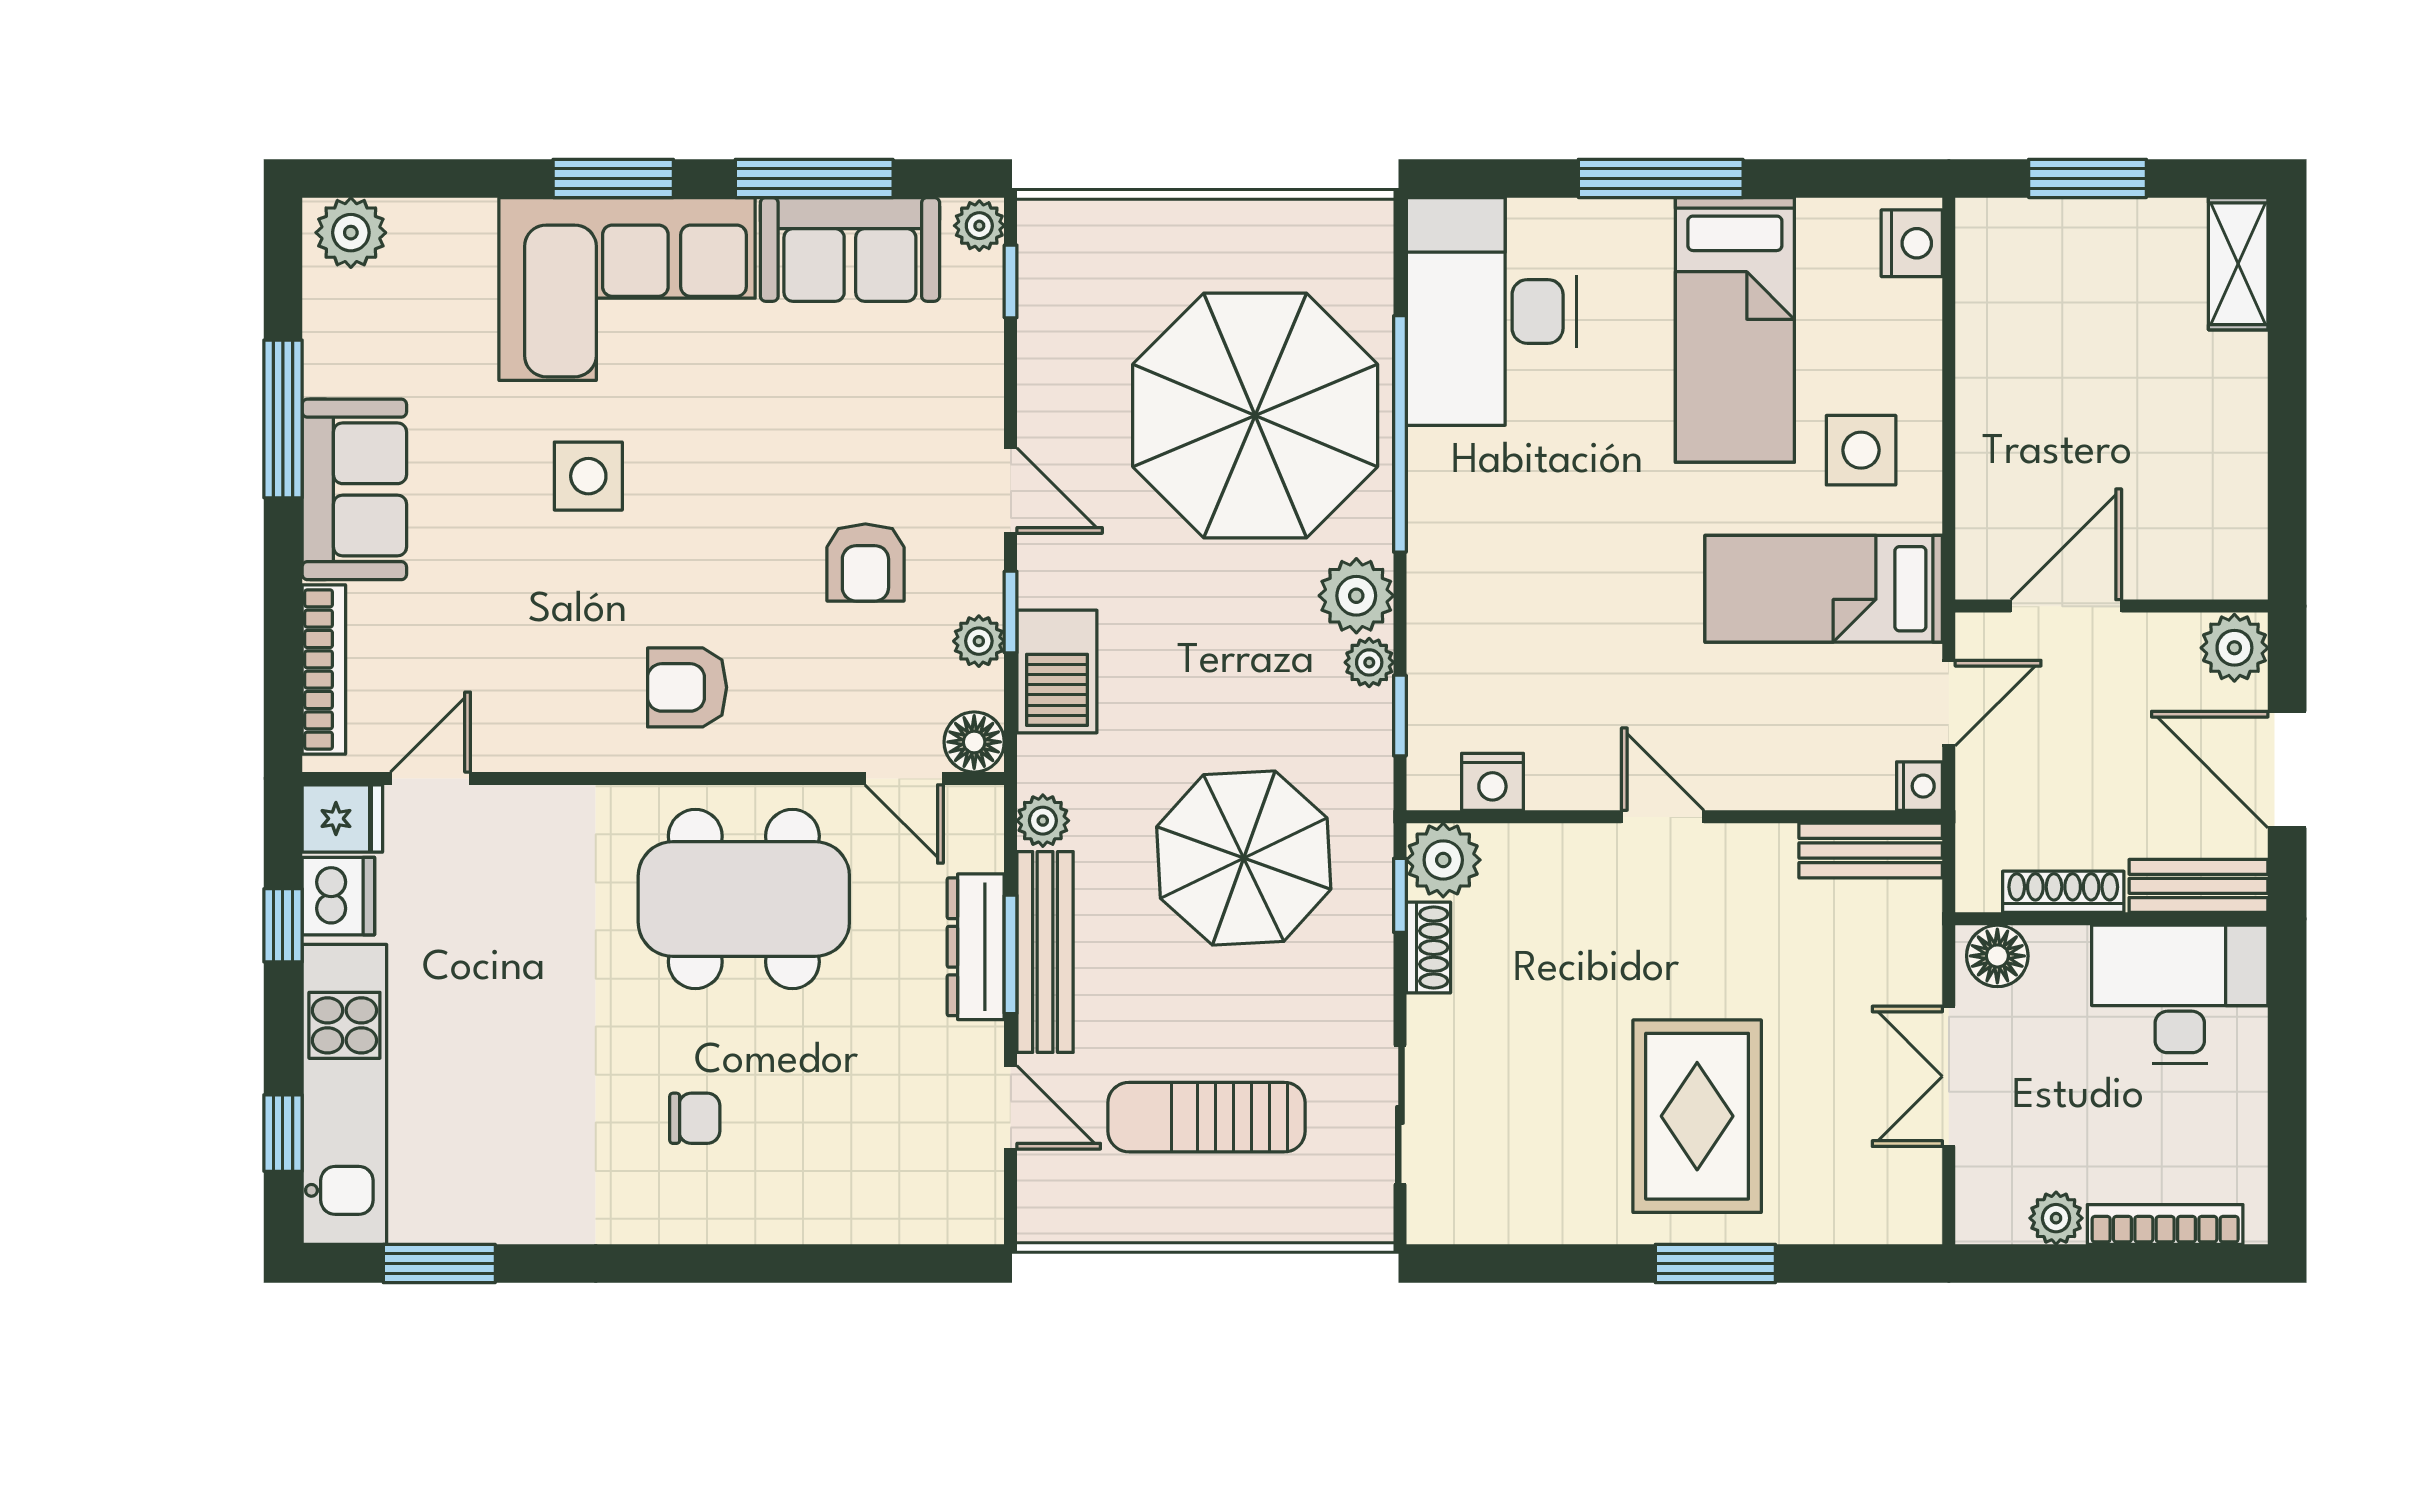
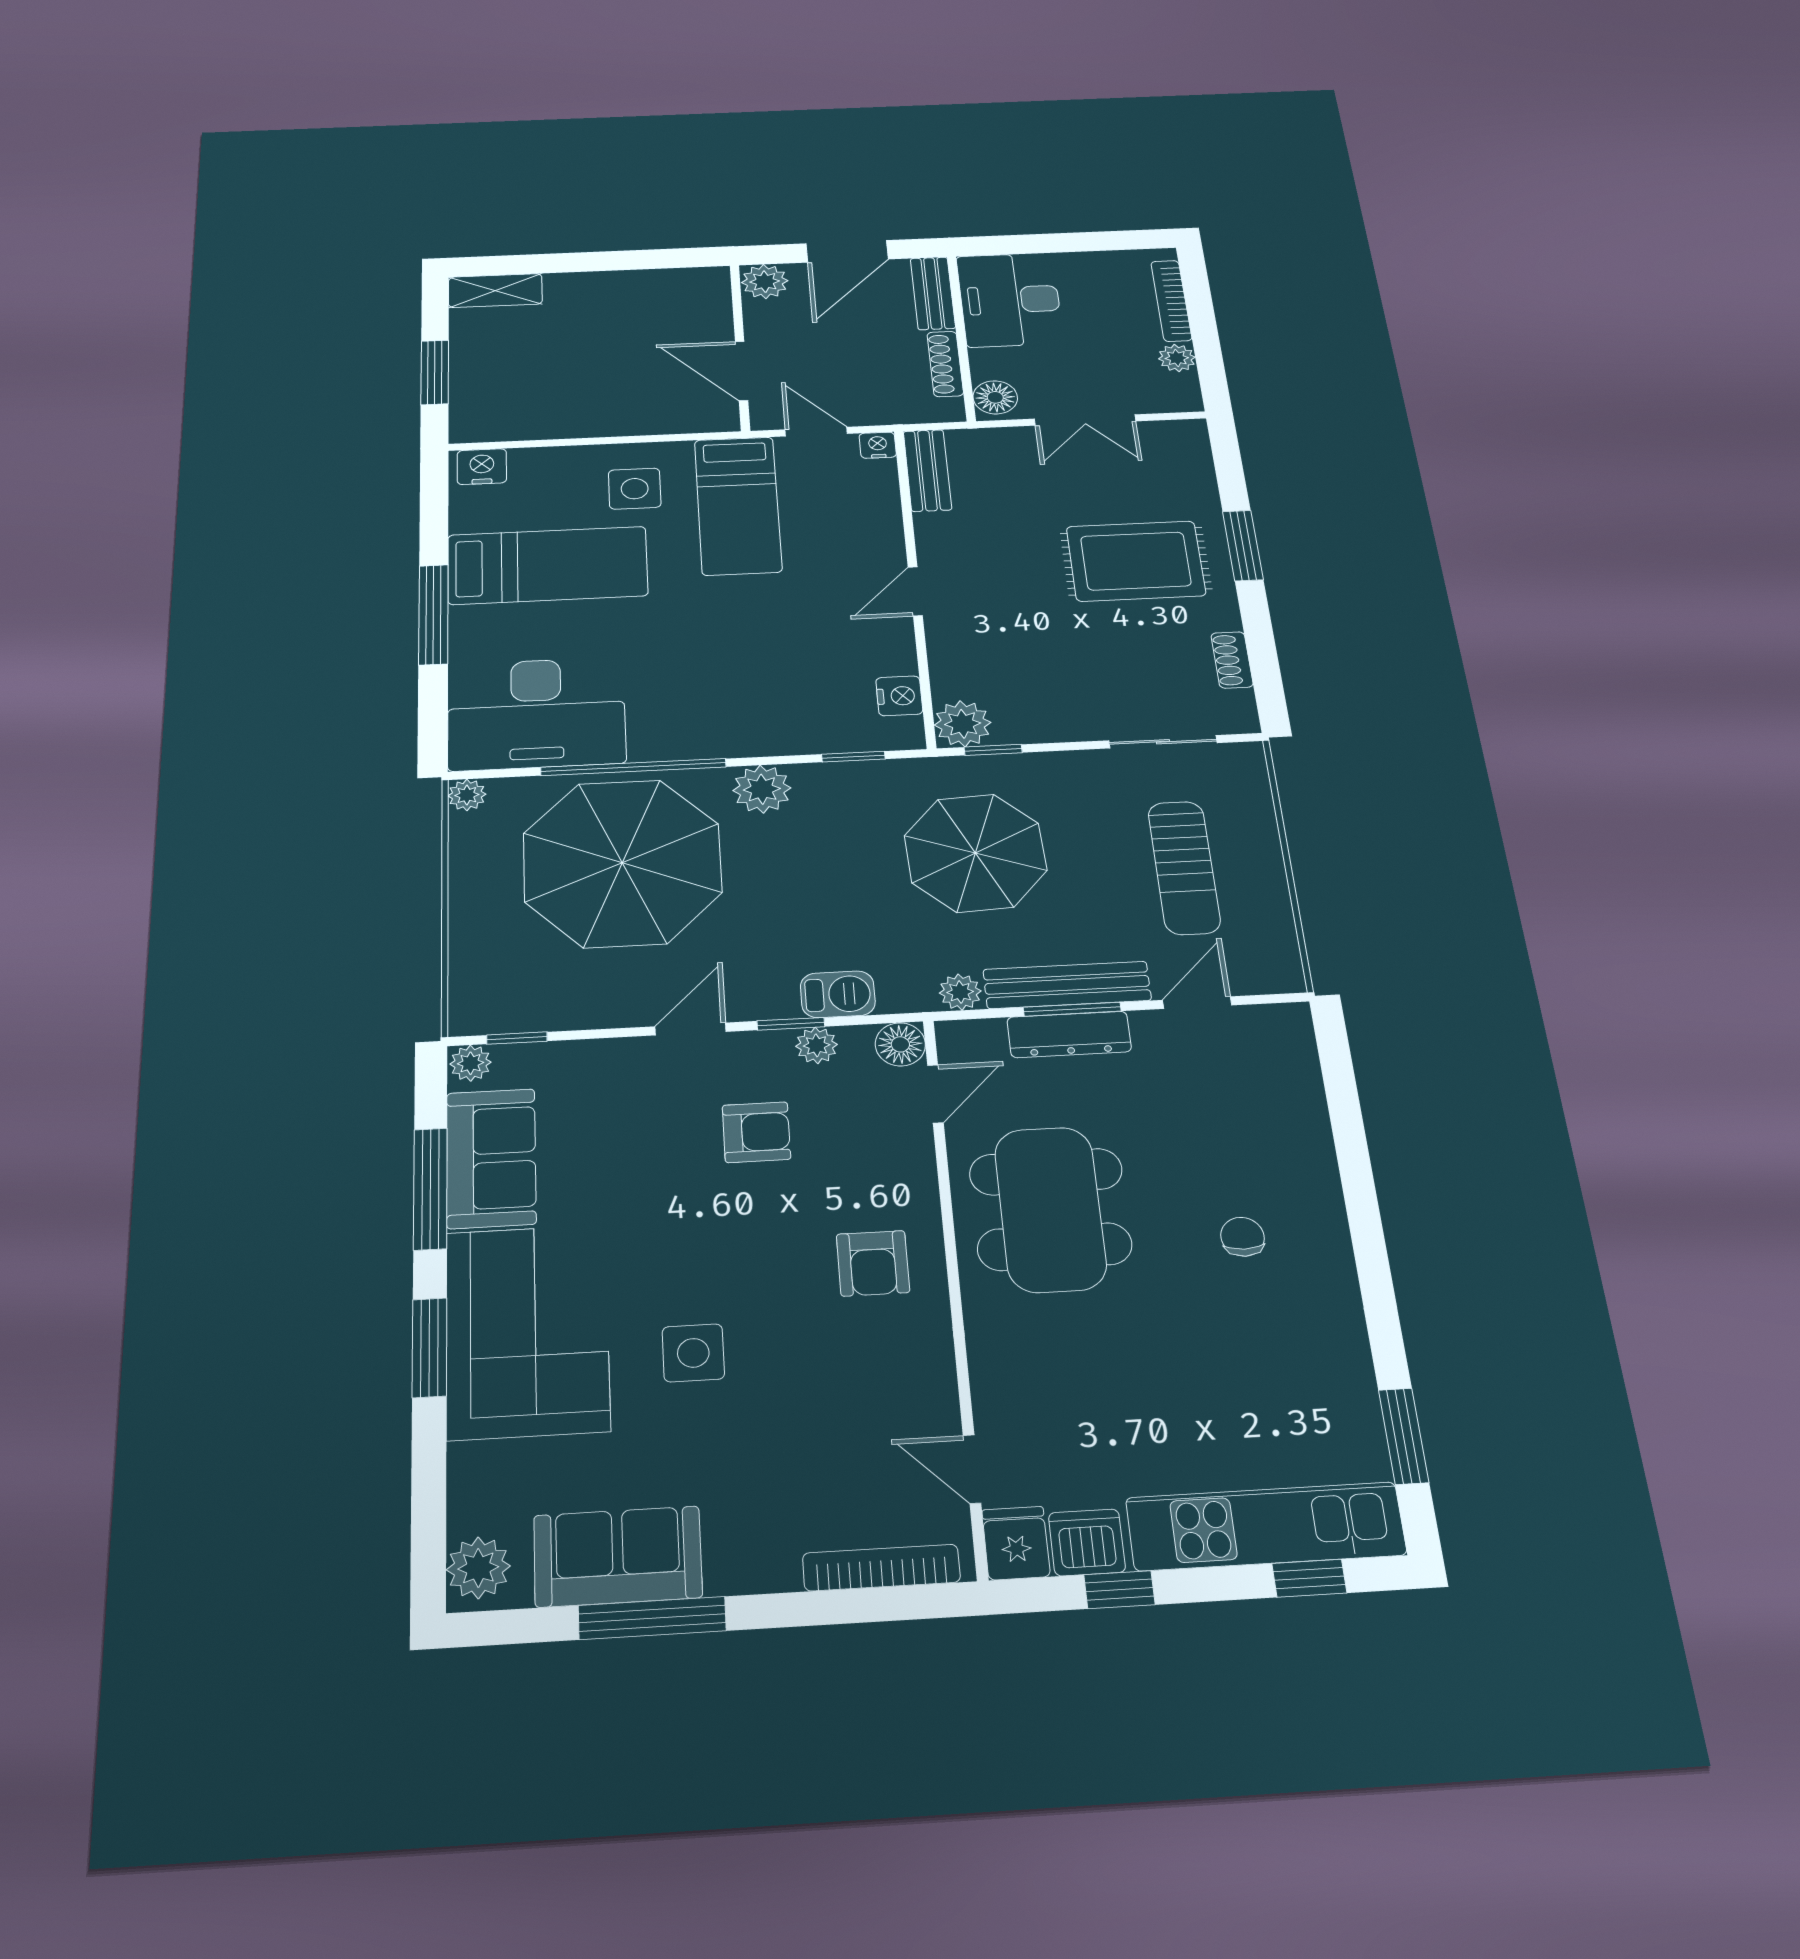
sofa: (354, 489) -> (618, 1556), moved
plant: (1369, 662) -> (467, 795), moved
barbecue: (1057, 672) -> (838, 994), width x0.73, depth x0.79
shoe rack: (1428, 947) -> (1232, 660), moved, turned -90

